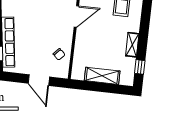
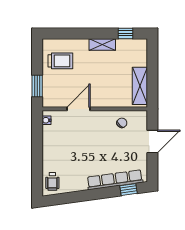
door: (76, 16) -> (78, 109), hinge flipped
shelving: (102, 76) -> (140, 86), moved

